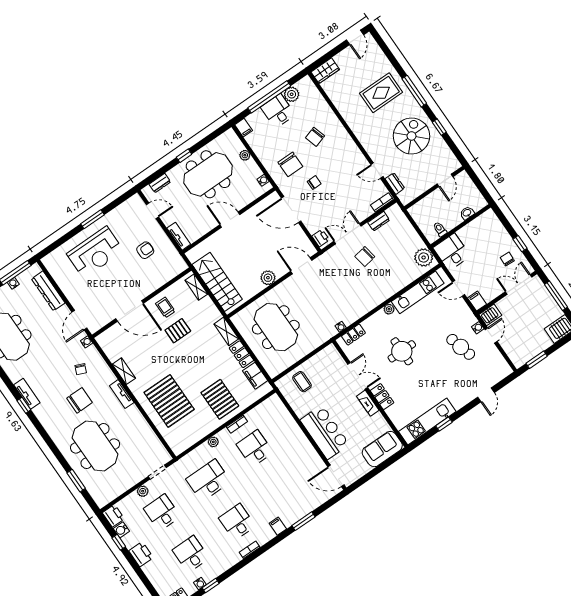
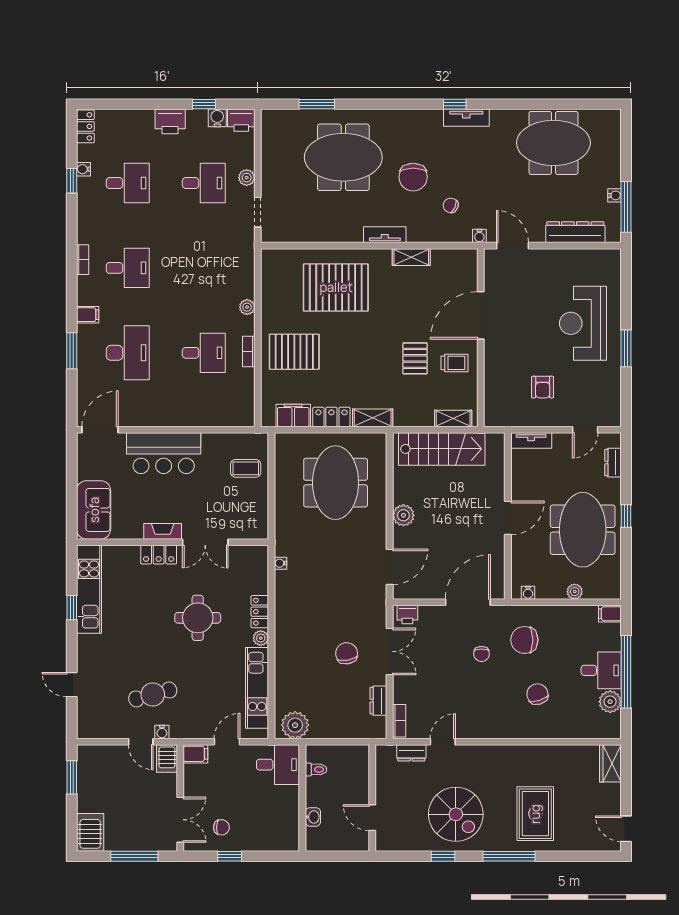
meeting table: (276, 327) -> (336, 483), turned 90
locker: (353, 335) -> (260, 612), moved
desk: (208, 480) -> (128, 353), moved

